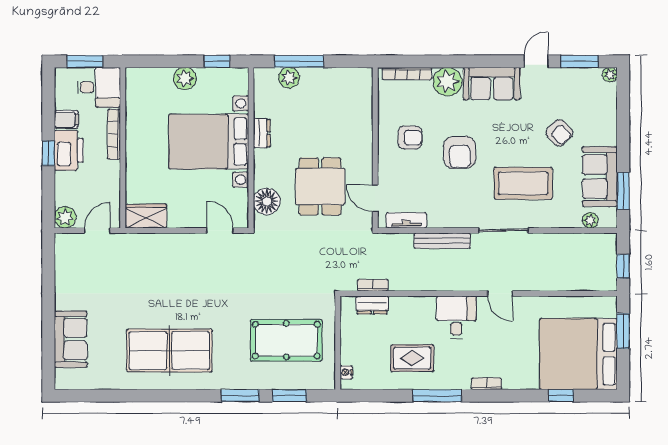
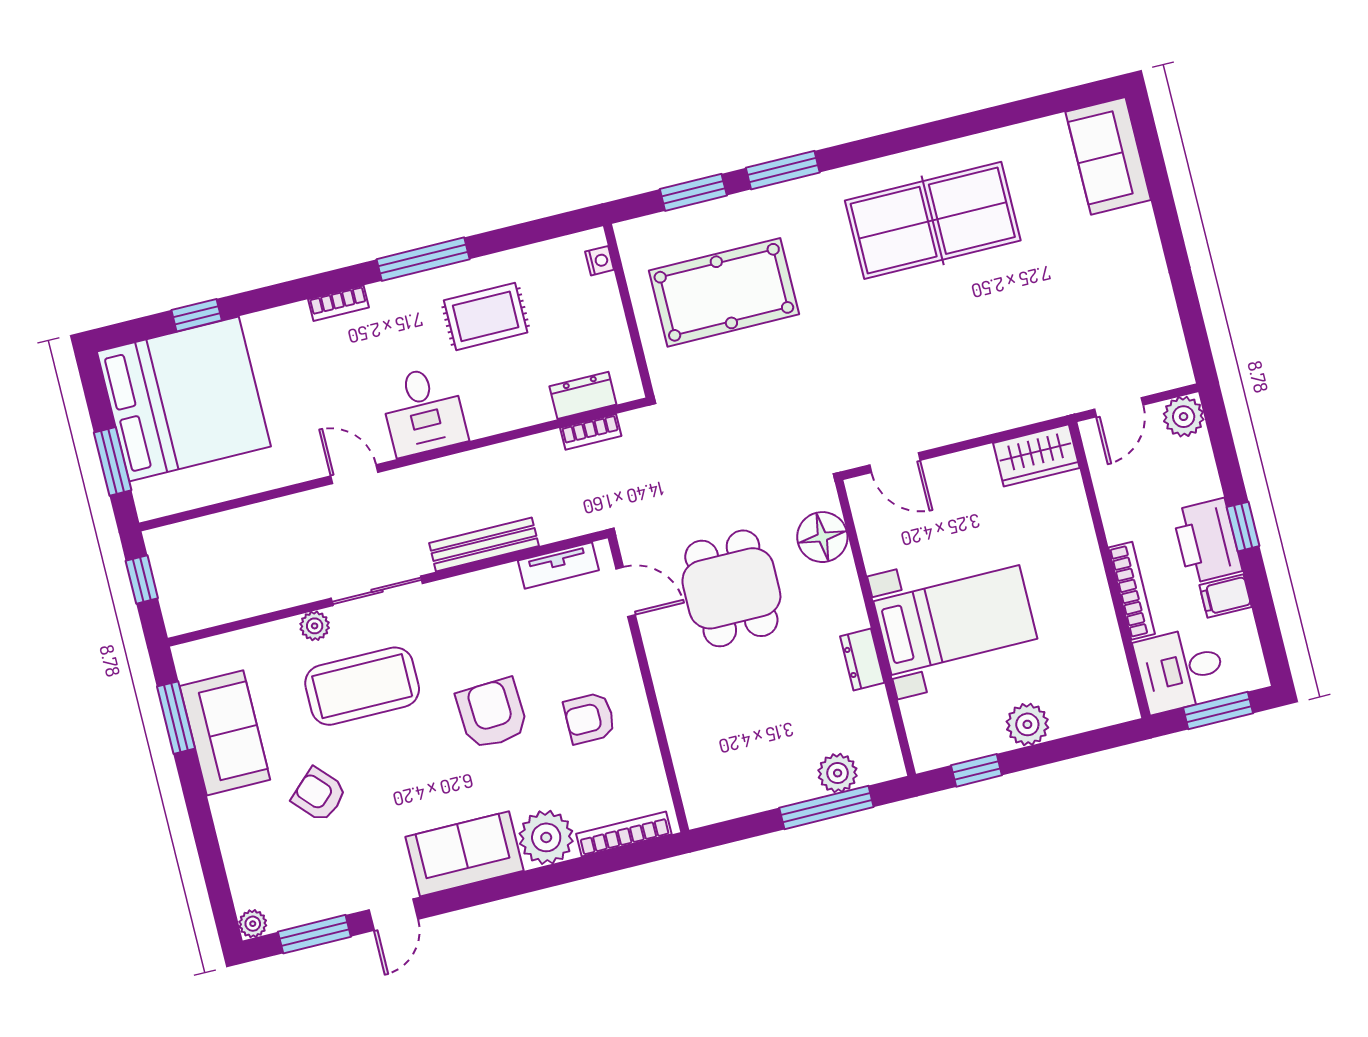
bed with nightstands: (209, 142) -> (955, 620), width x0.73
plant: (590, 220) -> (315, 626), moved
sofa: (71, 339) -> (1108, 156), moved

